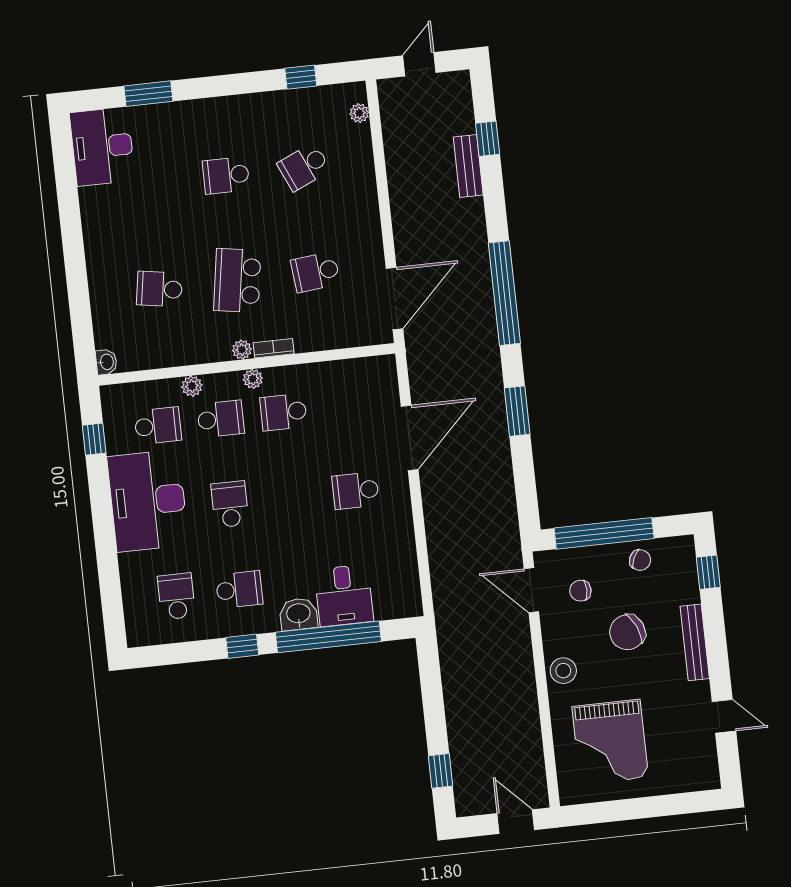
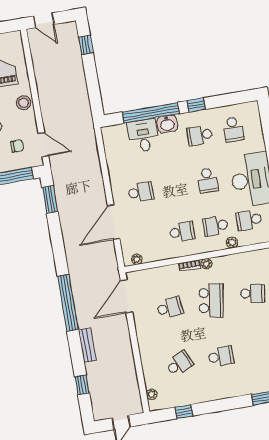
bench: (468, 166) -> (87, 345), moved
plant: (253, 379) -> (137, 259), moved
window: (517, 411) -> (50, 199), moved

